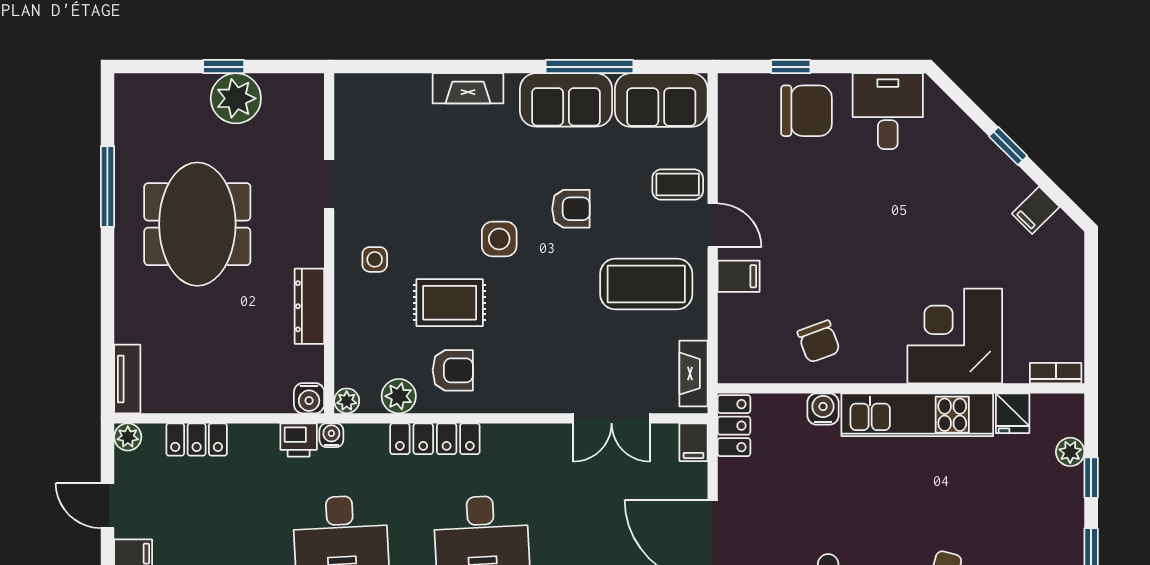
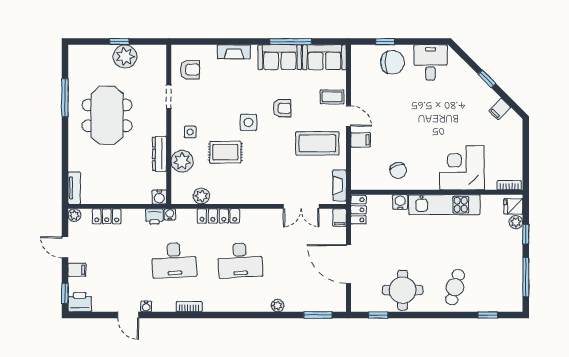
armchair: (453, 370) -> (190, 70), moved
plant: (347, 401) -> (182, 161), moved, width x1.87, depth x1.87
fridge: (1013, 413) -> (513, 206), moved, turned 90

